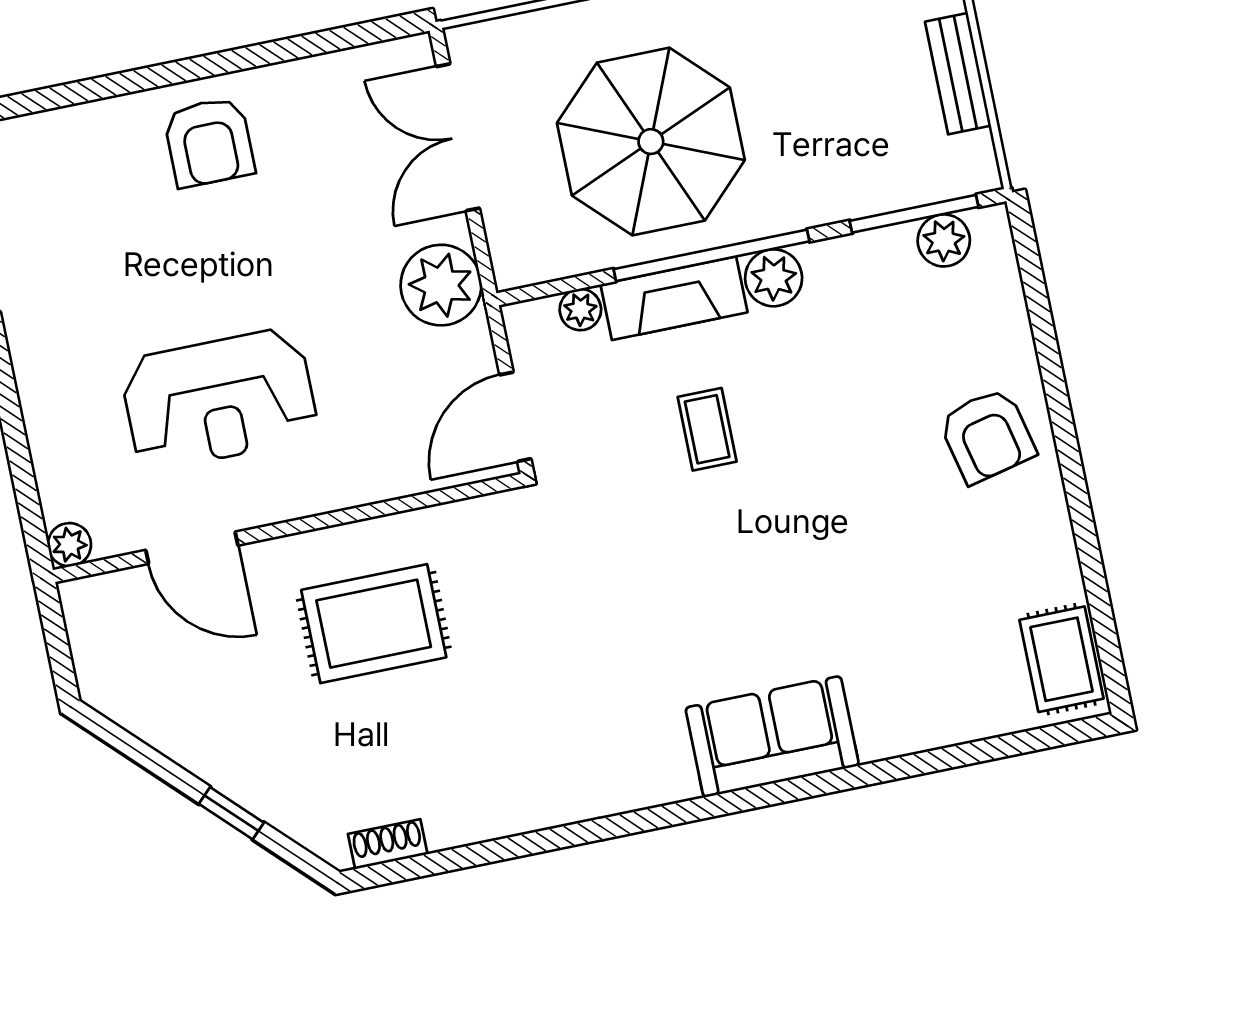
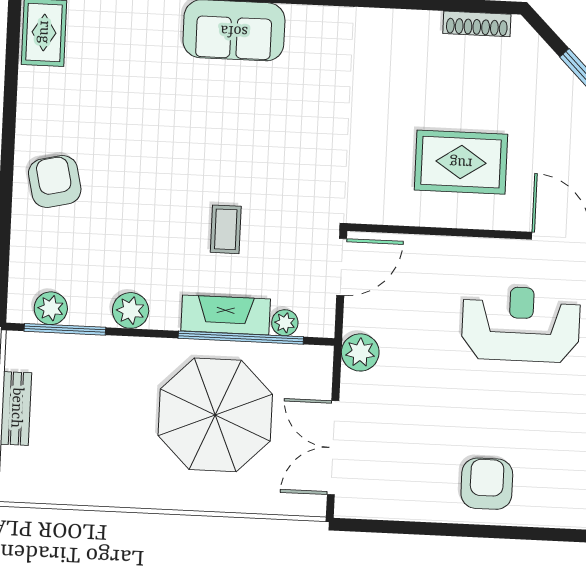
double door: (458, 137) -> (333, 448), swing flipped
window: (712, 255) -> (241, 338), moved
plant: (774, 278) -> (131, 310), moved
plant: (441, 285) -> (360, 352), width x0.73, depth x0.73
shoe rack: (388, 844) -> (477, 24), width x1.43

